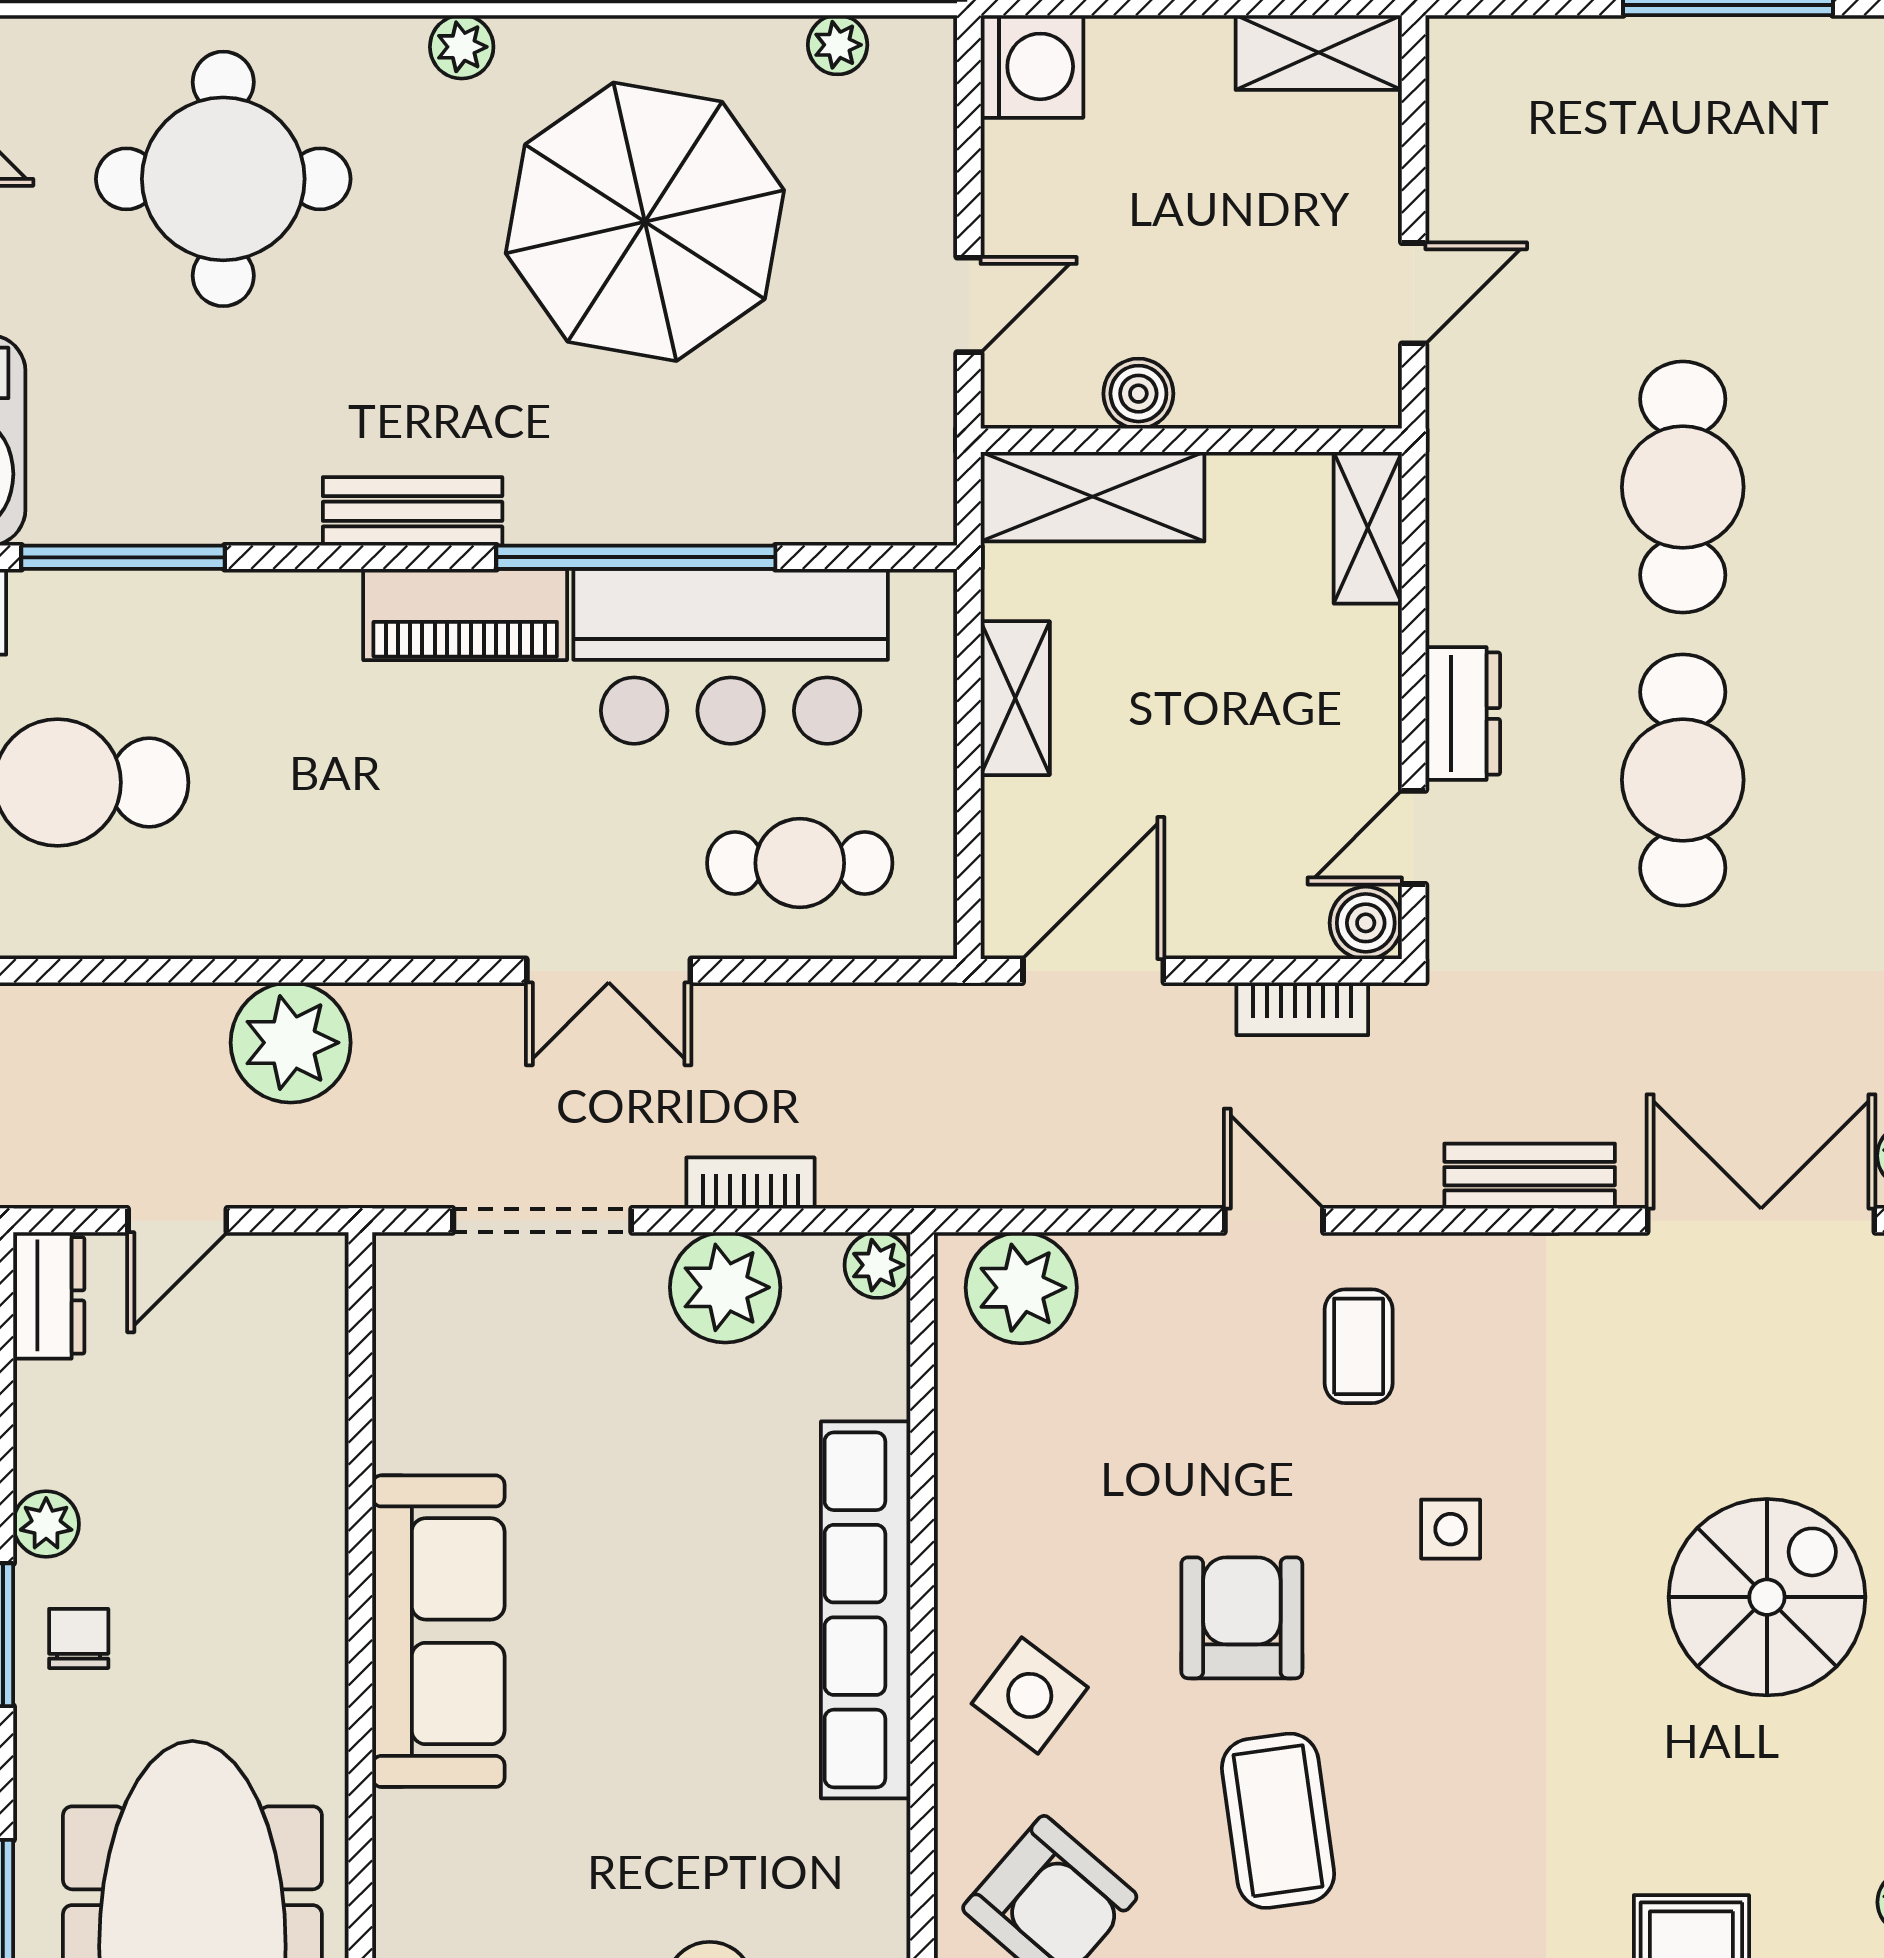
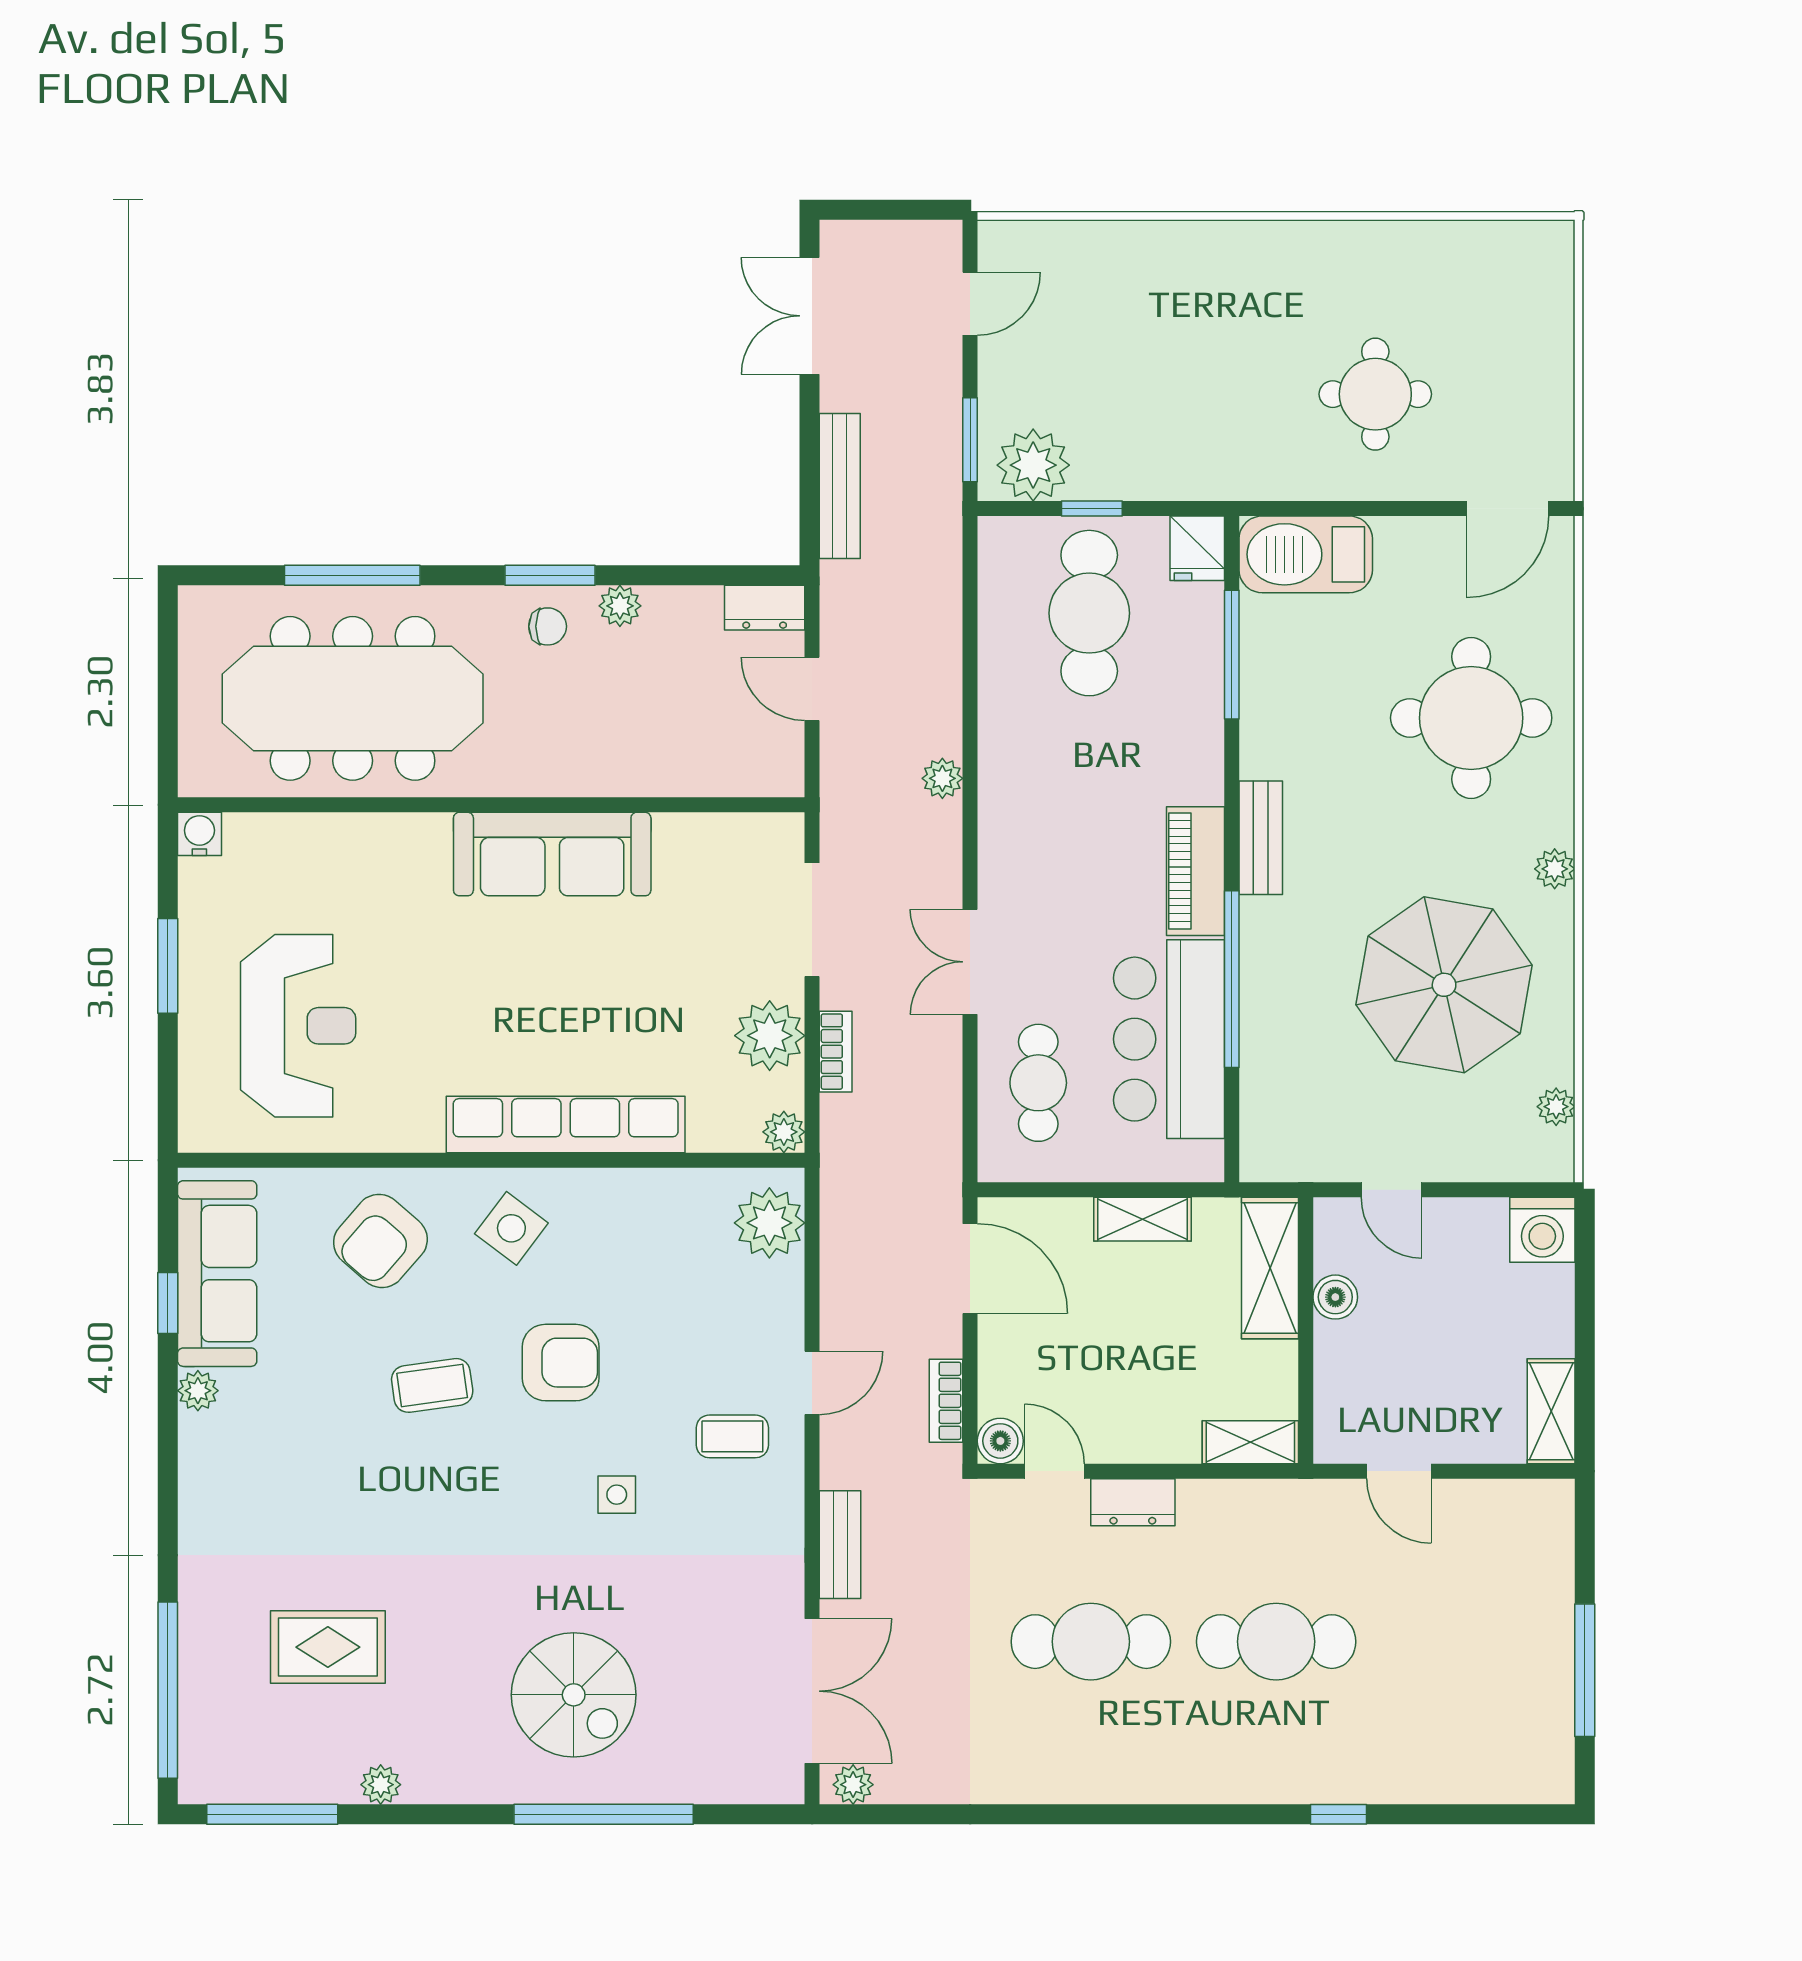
plant: (291, 1043) -> (942, 778), width x0.53, depth x0.53
coffee table: (1278, 1821) -> (432, 1385), width x0.73, depth x0.77

